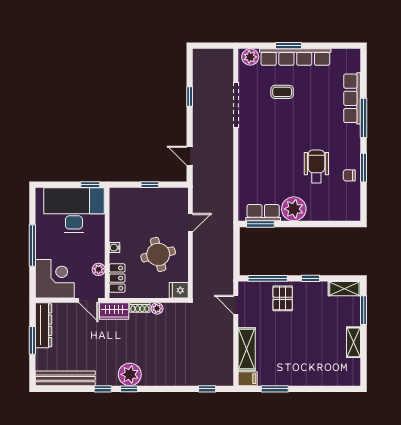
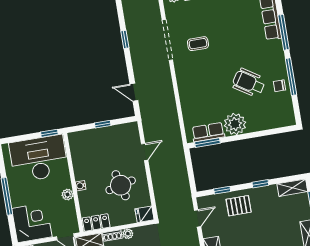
coffee table: (282, 92) -> (198, 44), moved
wheelchair: (316, 166) -> (249, 83), turned -57
window: (364, 168) -> (291, 77), width x1.44
plant: (99, 269) -> (67, 195), moved
locker: (117, 278) -> (96, 223), moved, turned -90
window: (268, 278) -> (222, 190), width x0.46
pallet: (283, 298) -> (239, 206), turned 90
door: (236, 305) -> (198, 218), swing flipped

